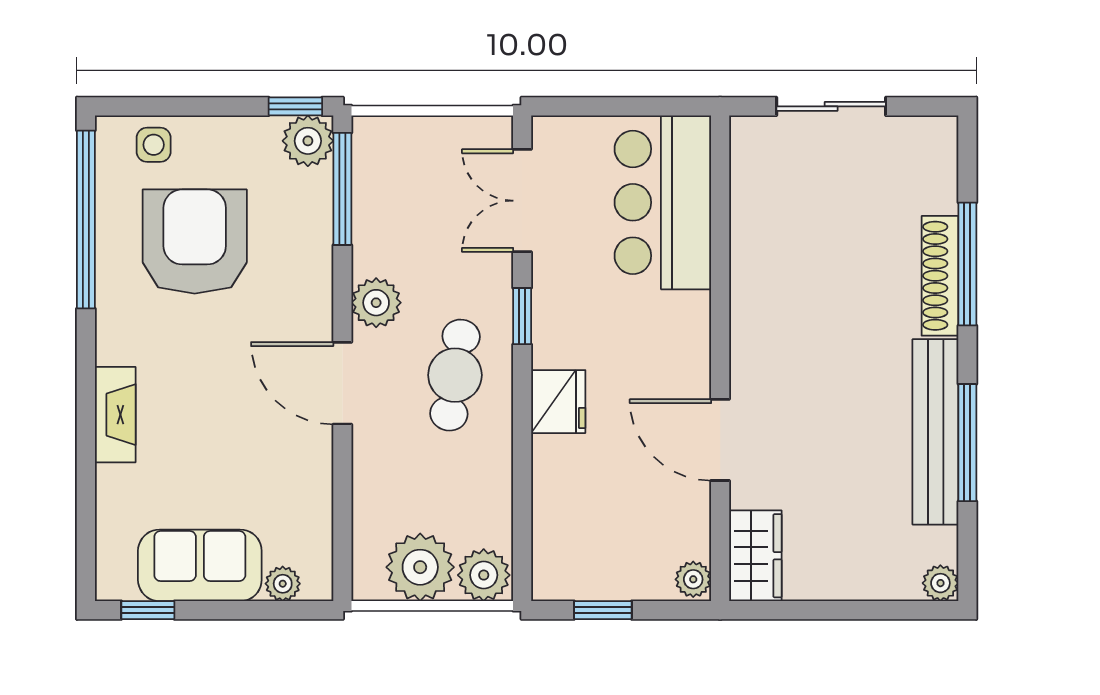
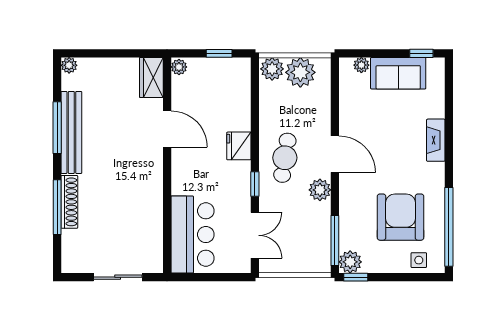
armchair: (195, 242) -> (401, 217), turned 180

